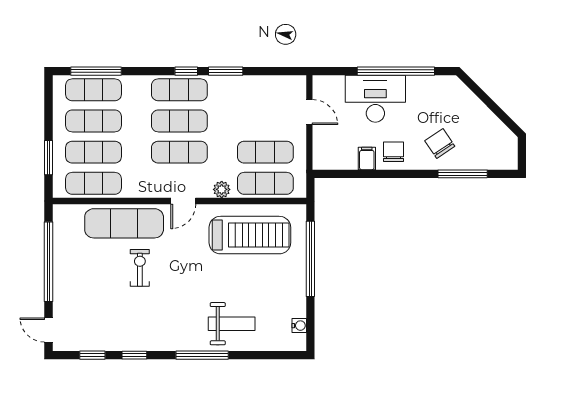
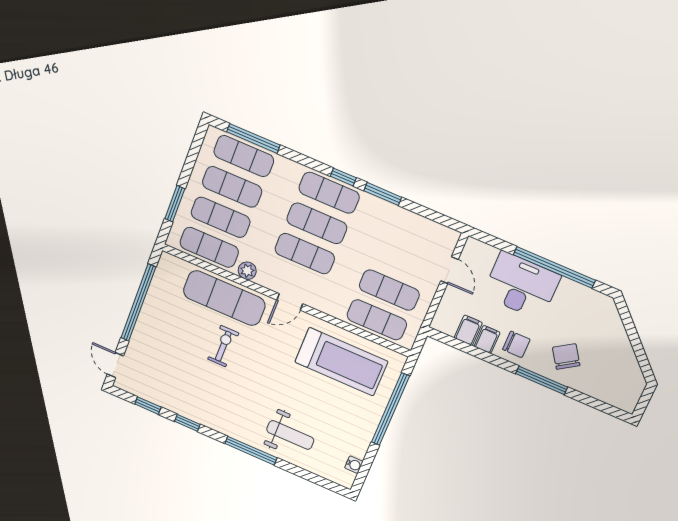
chair: (393, 152) -> (516, 344), turned 90
filing cabinet: (348, 158) -> (468, 330), added
window: (463, 174) -> (542, 380), moved
plant: (222, 189) -> (247, 271), moved

